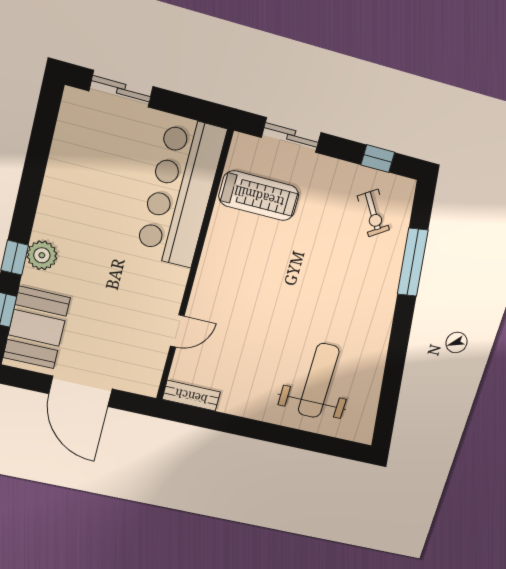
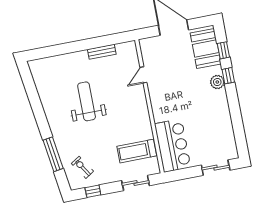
bar counter: (181, 192) -> (173, 146), width x0.73
weight bench: (319, 381) -> (87, 101), moved, turned 180
bench: (191, 396) -> (102, 52), moved

